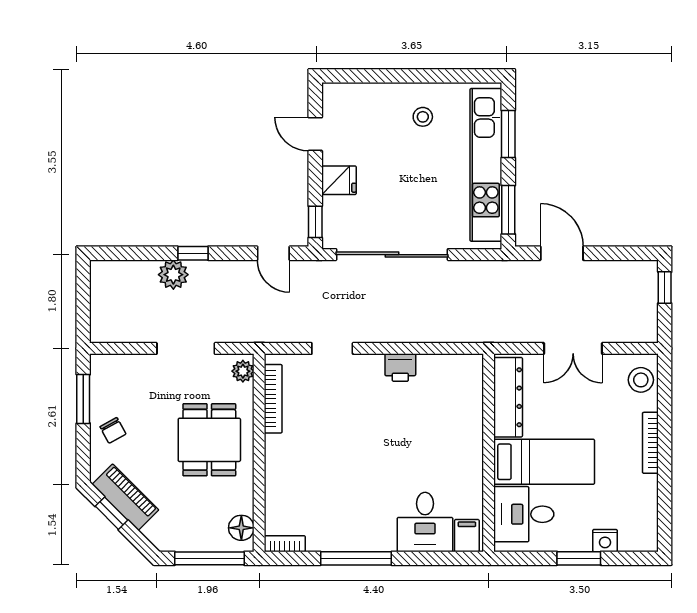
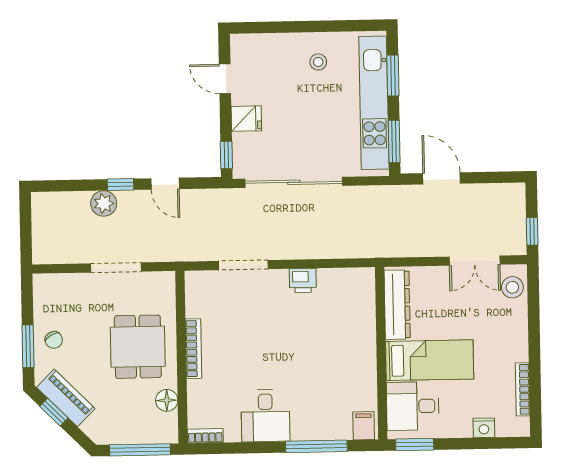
door: (273, 253) -> (165, 184), moved
window: (665, 288) -> (532, 231), moved
doorway: (332, 348) -> (243, 265), width x1.38
double door: (573, 348) -> (475, 261), moved
plant: (243, 371) -> (166, 286), removed
window: (83, 399) -> (28, 346), moved
bookcase: (273, 399) -> (193, 349), moved
bookcase: (650, 443) -> (523, 389), moved
desk: (425, 522) -> (265, 416), moved
floor lamp: (241, 528) -> (167, 400), moved
window: (356, 558) -> (316, 446), moved
window: (579, 558) -> (415, 445), moved

